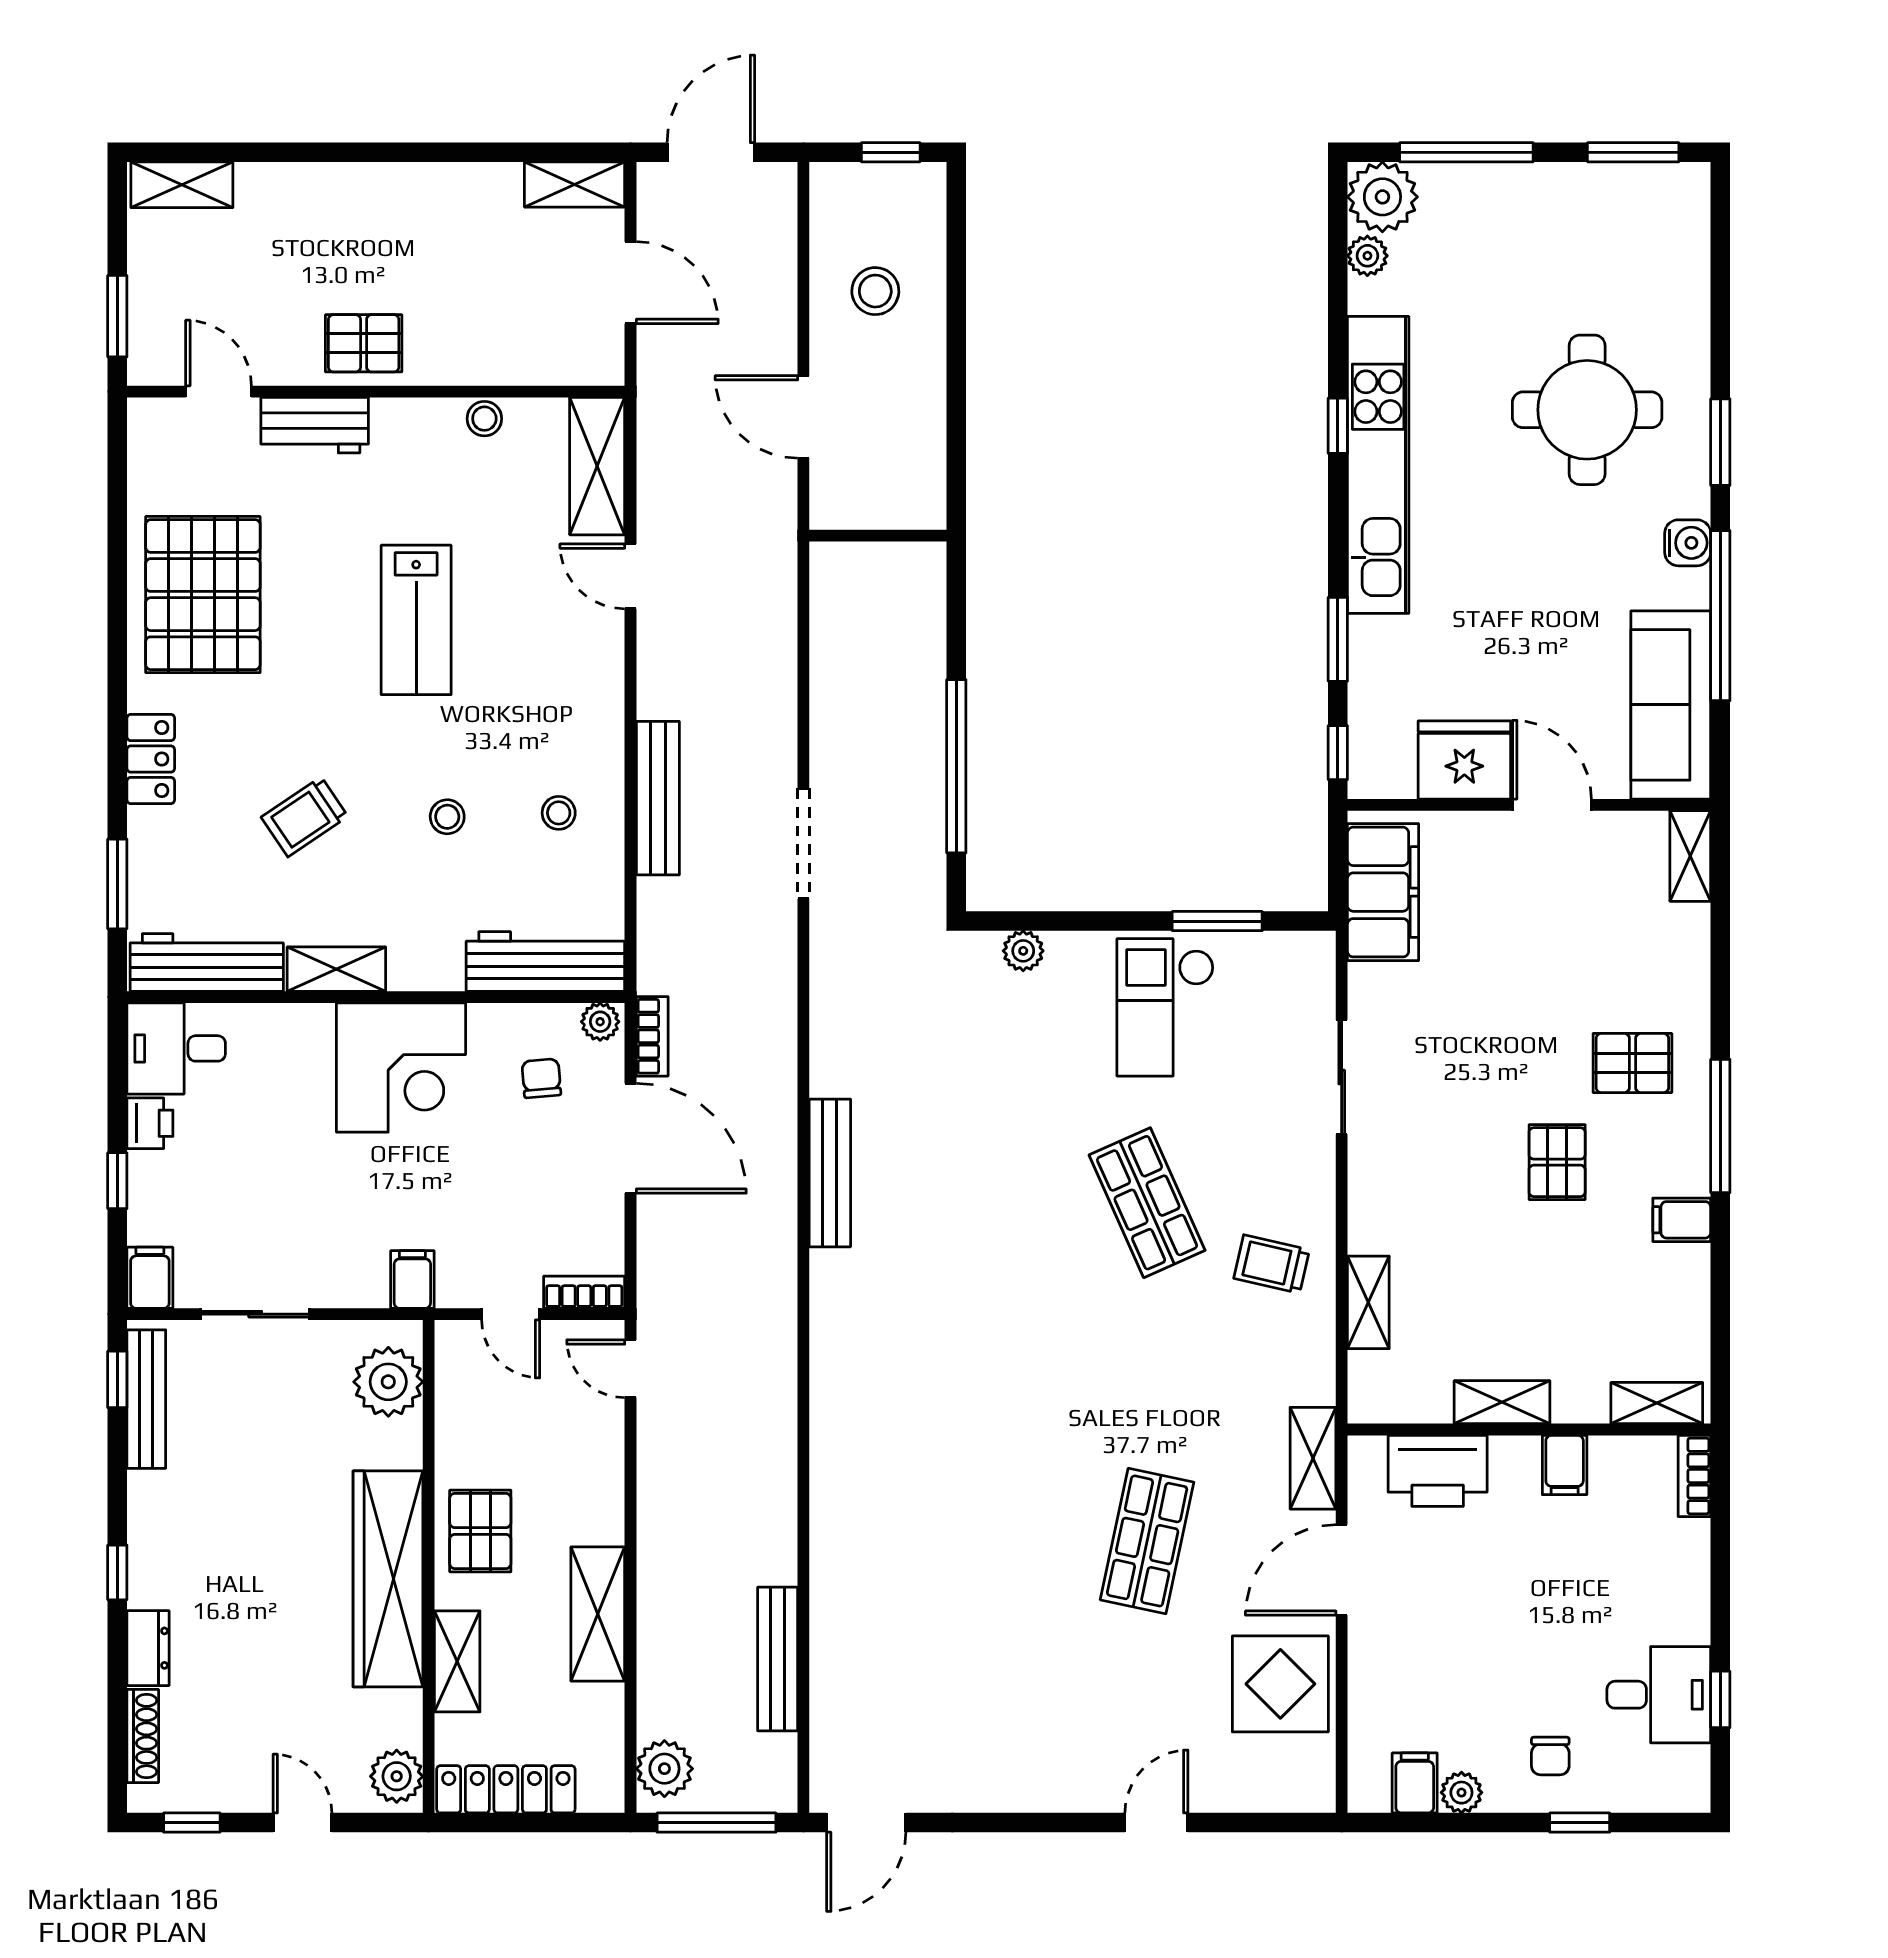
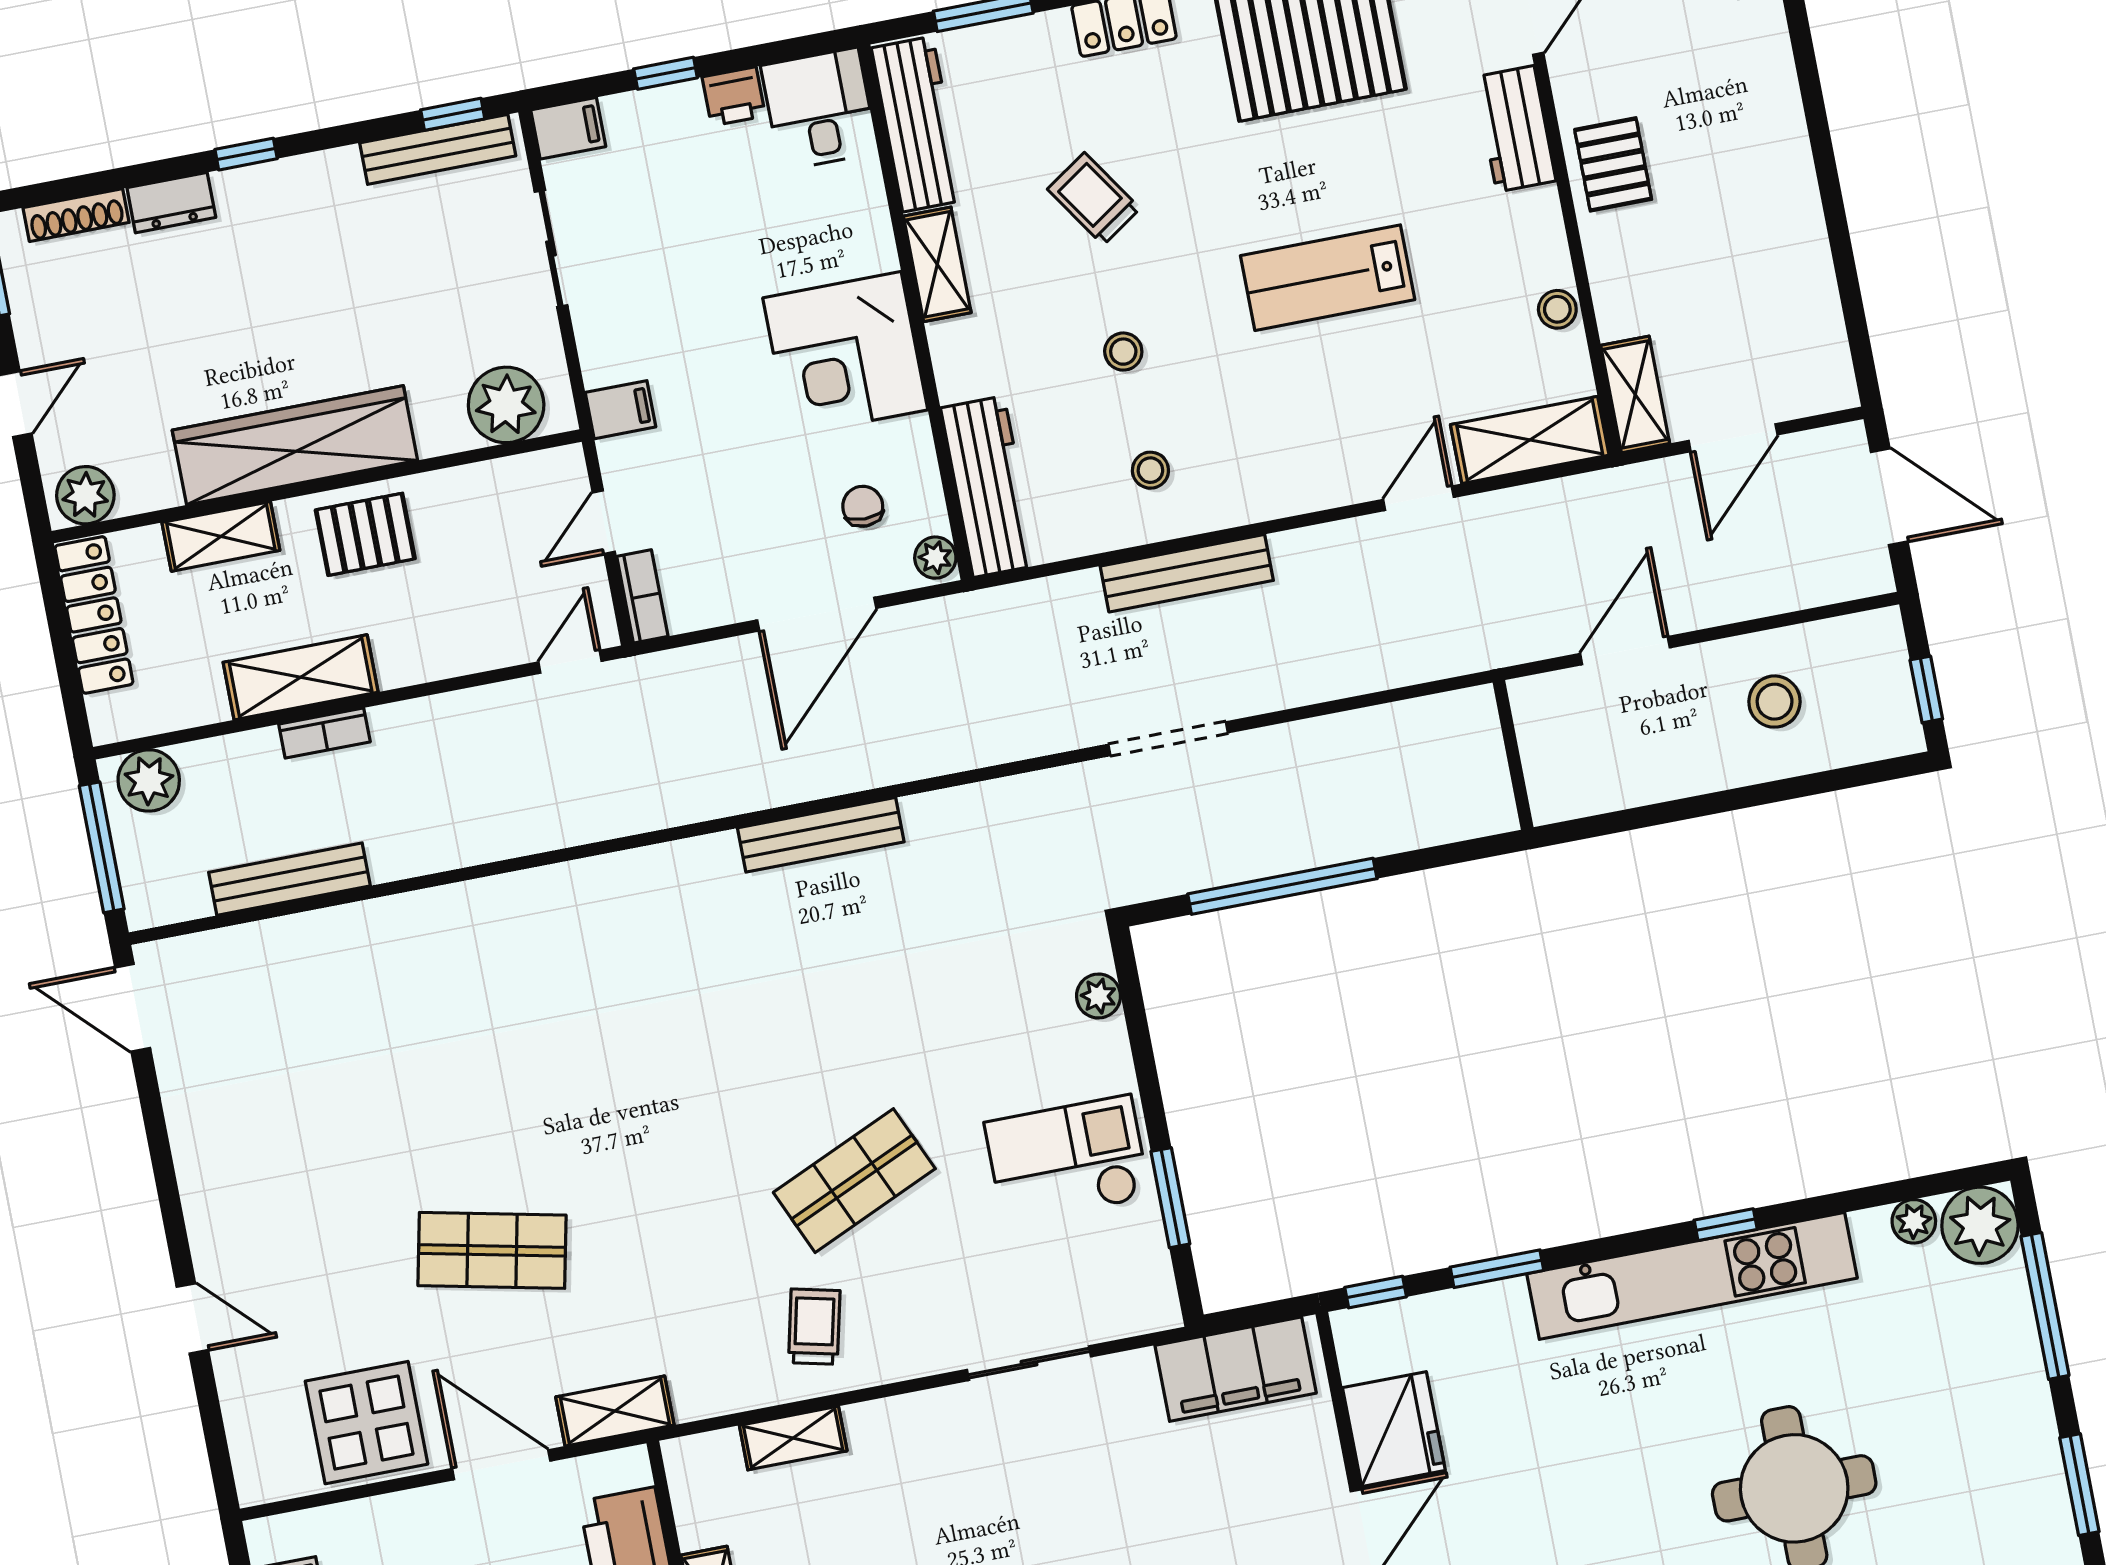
shelving: (575, 184) -> (1635, 394), moved
bookcase: (652, 1036) -> (324, 733), moved
chair: (541, 1078) -> (863, 506), turned -85

